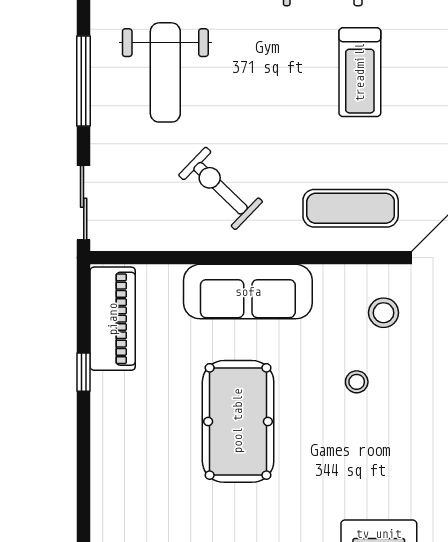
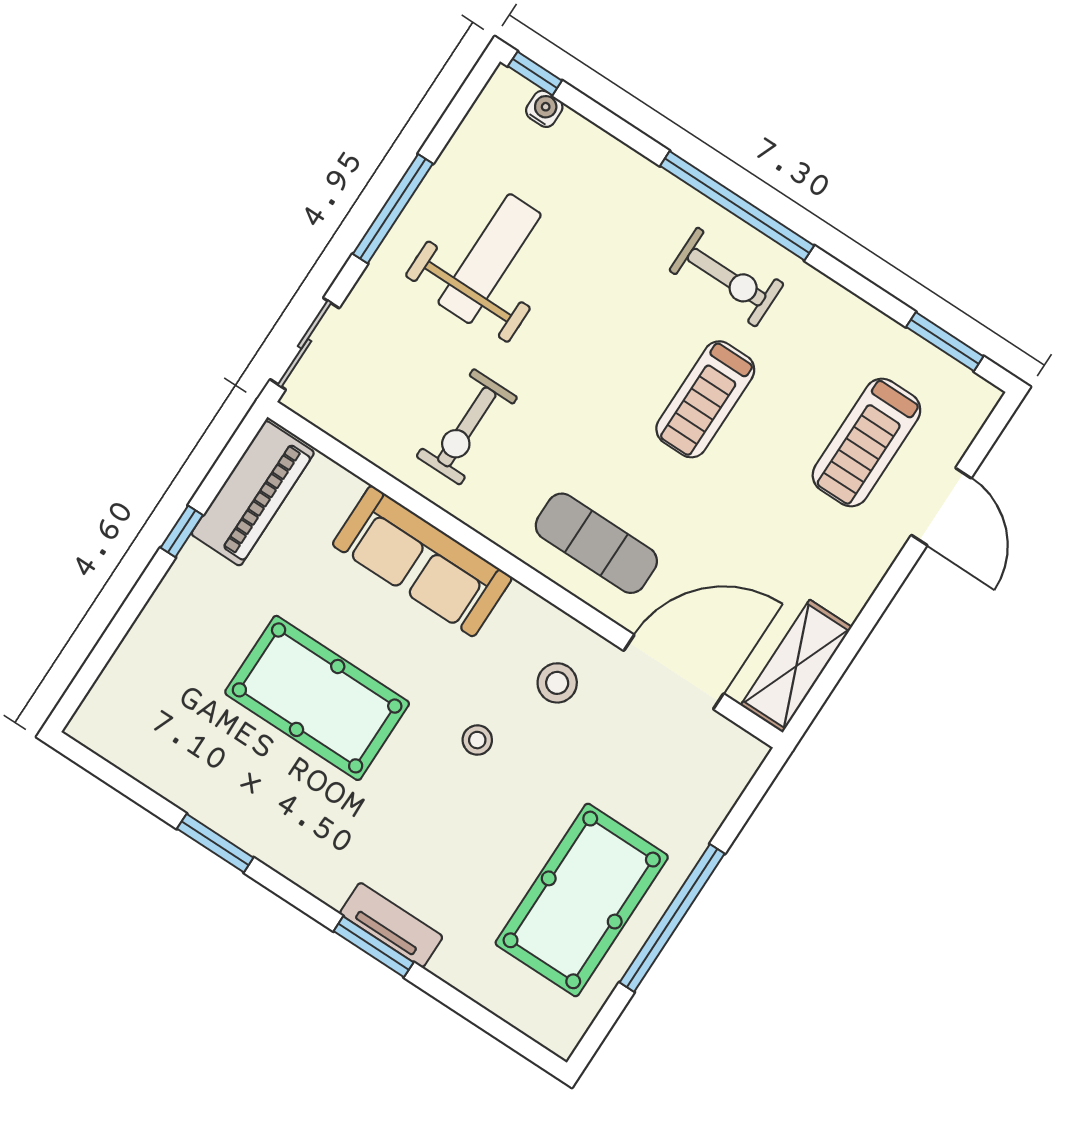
weight bench: (165, 72) -> (490, 259), turned 180
exercise bike: (221, 188) -> (467, 427), turned -134
pool table: (238, 421) -> (317, 698), turned 90

